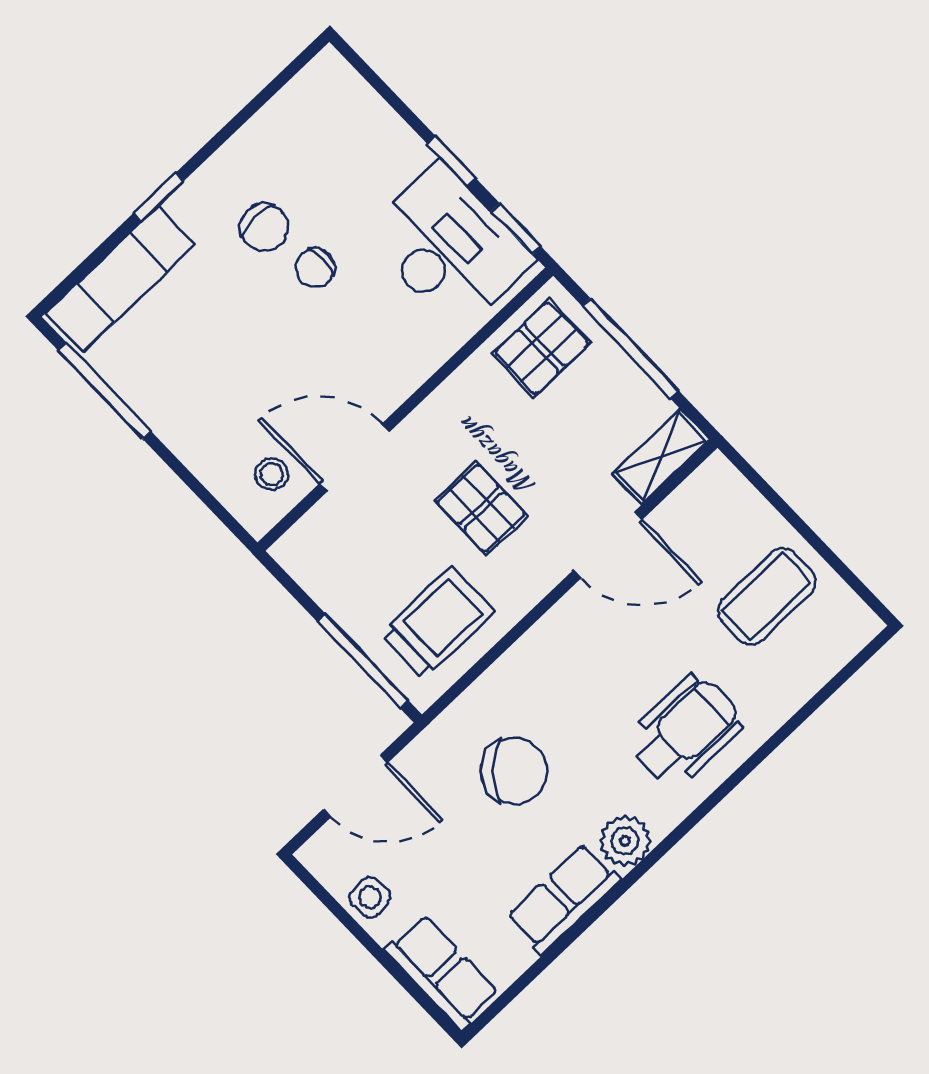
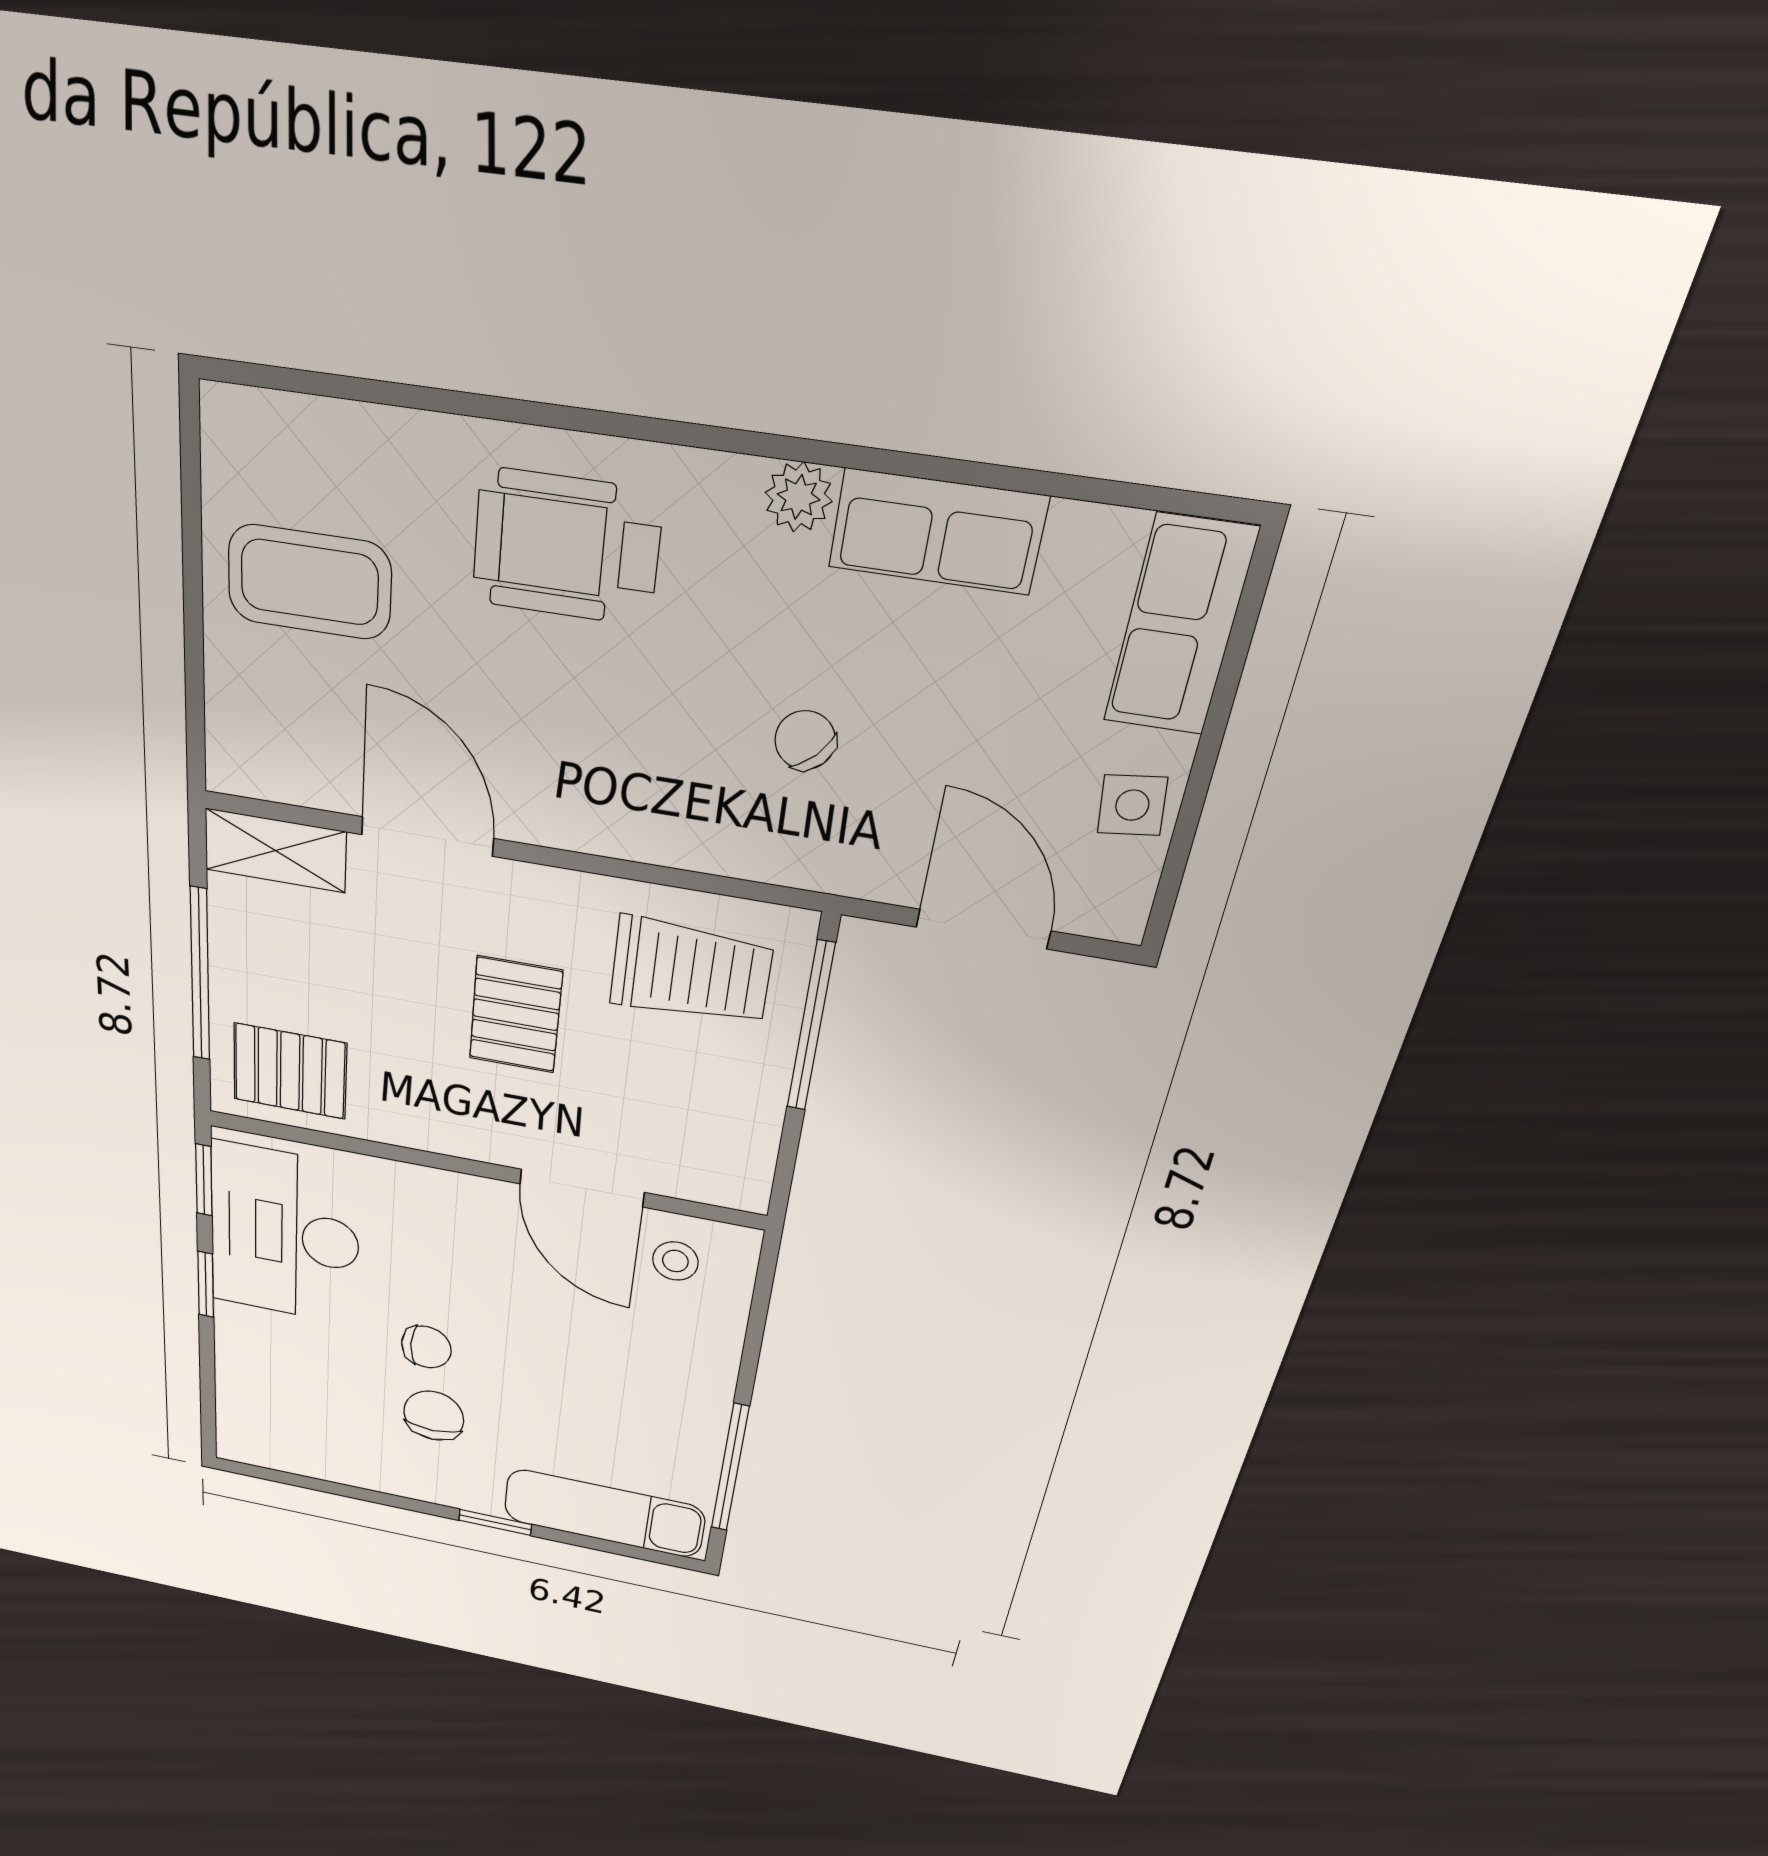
trolley: (438, 623) -> (691, 972), turned 180
chair: (514, 771) -> (805, 740), width x0.54, depth x0.54
plant: (625, 841) -> (799, 497), width x0.73, depth x0.73

